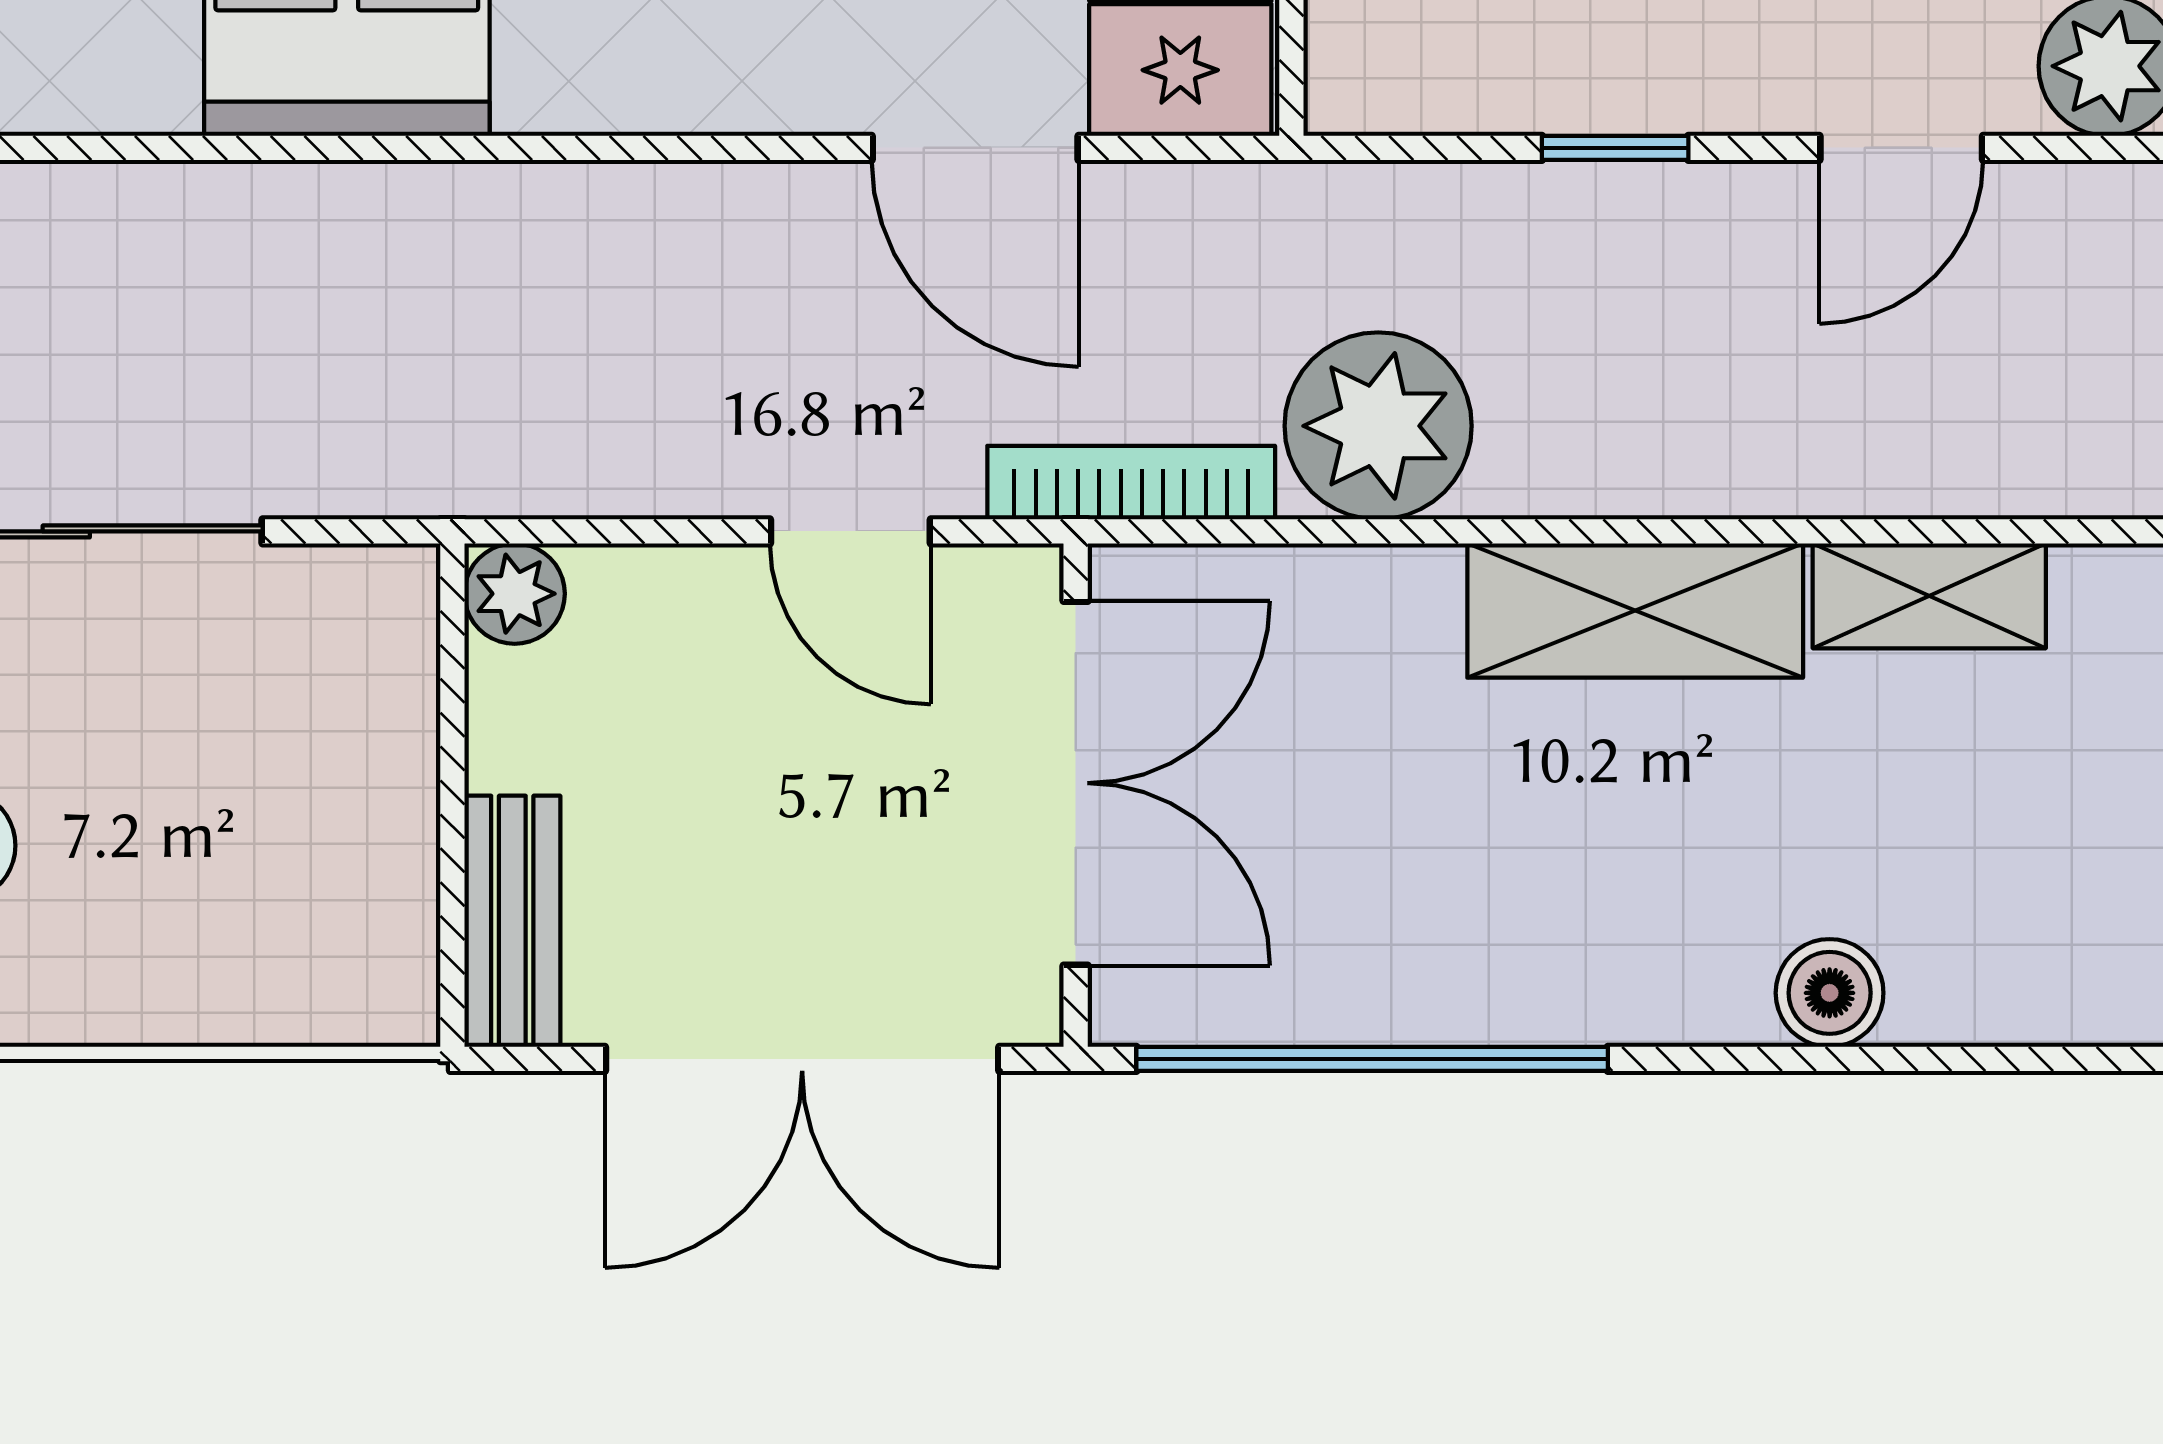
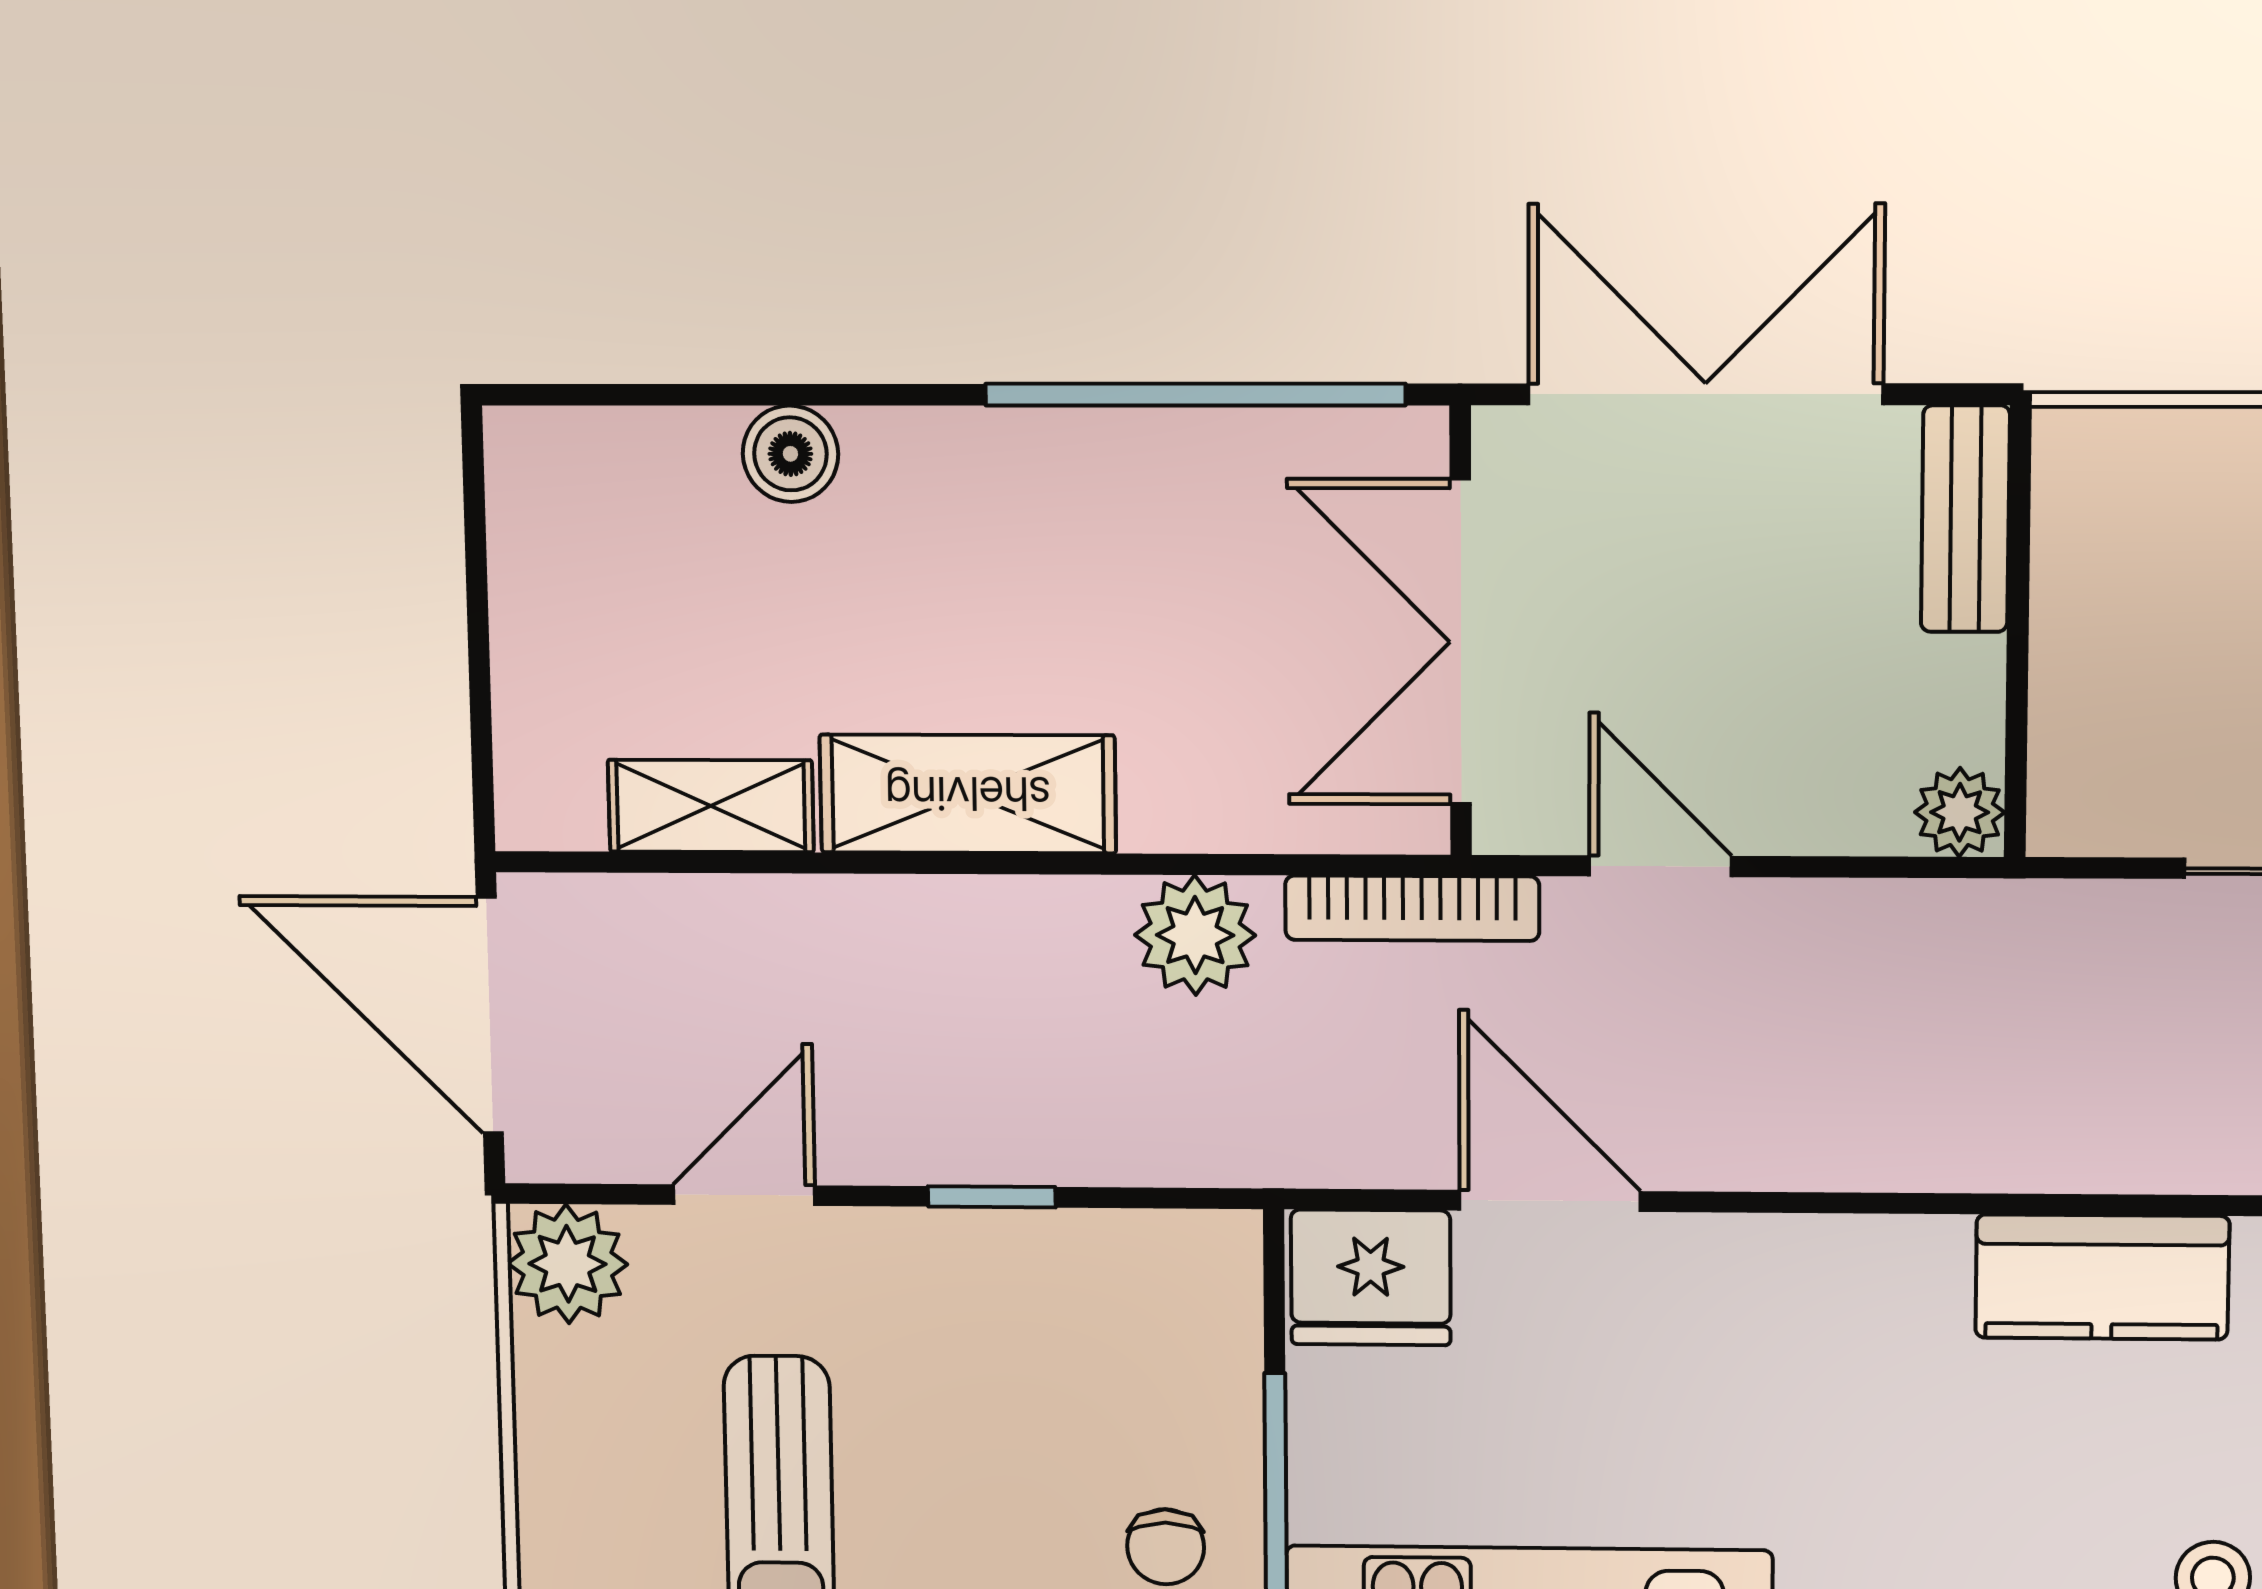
plant: (1378, 426) -> (1195, 935), width x0.73, depth x0.73

